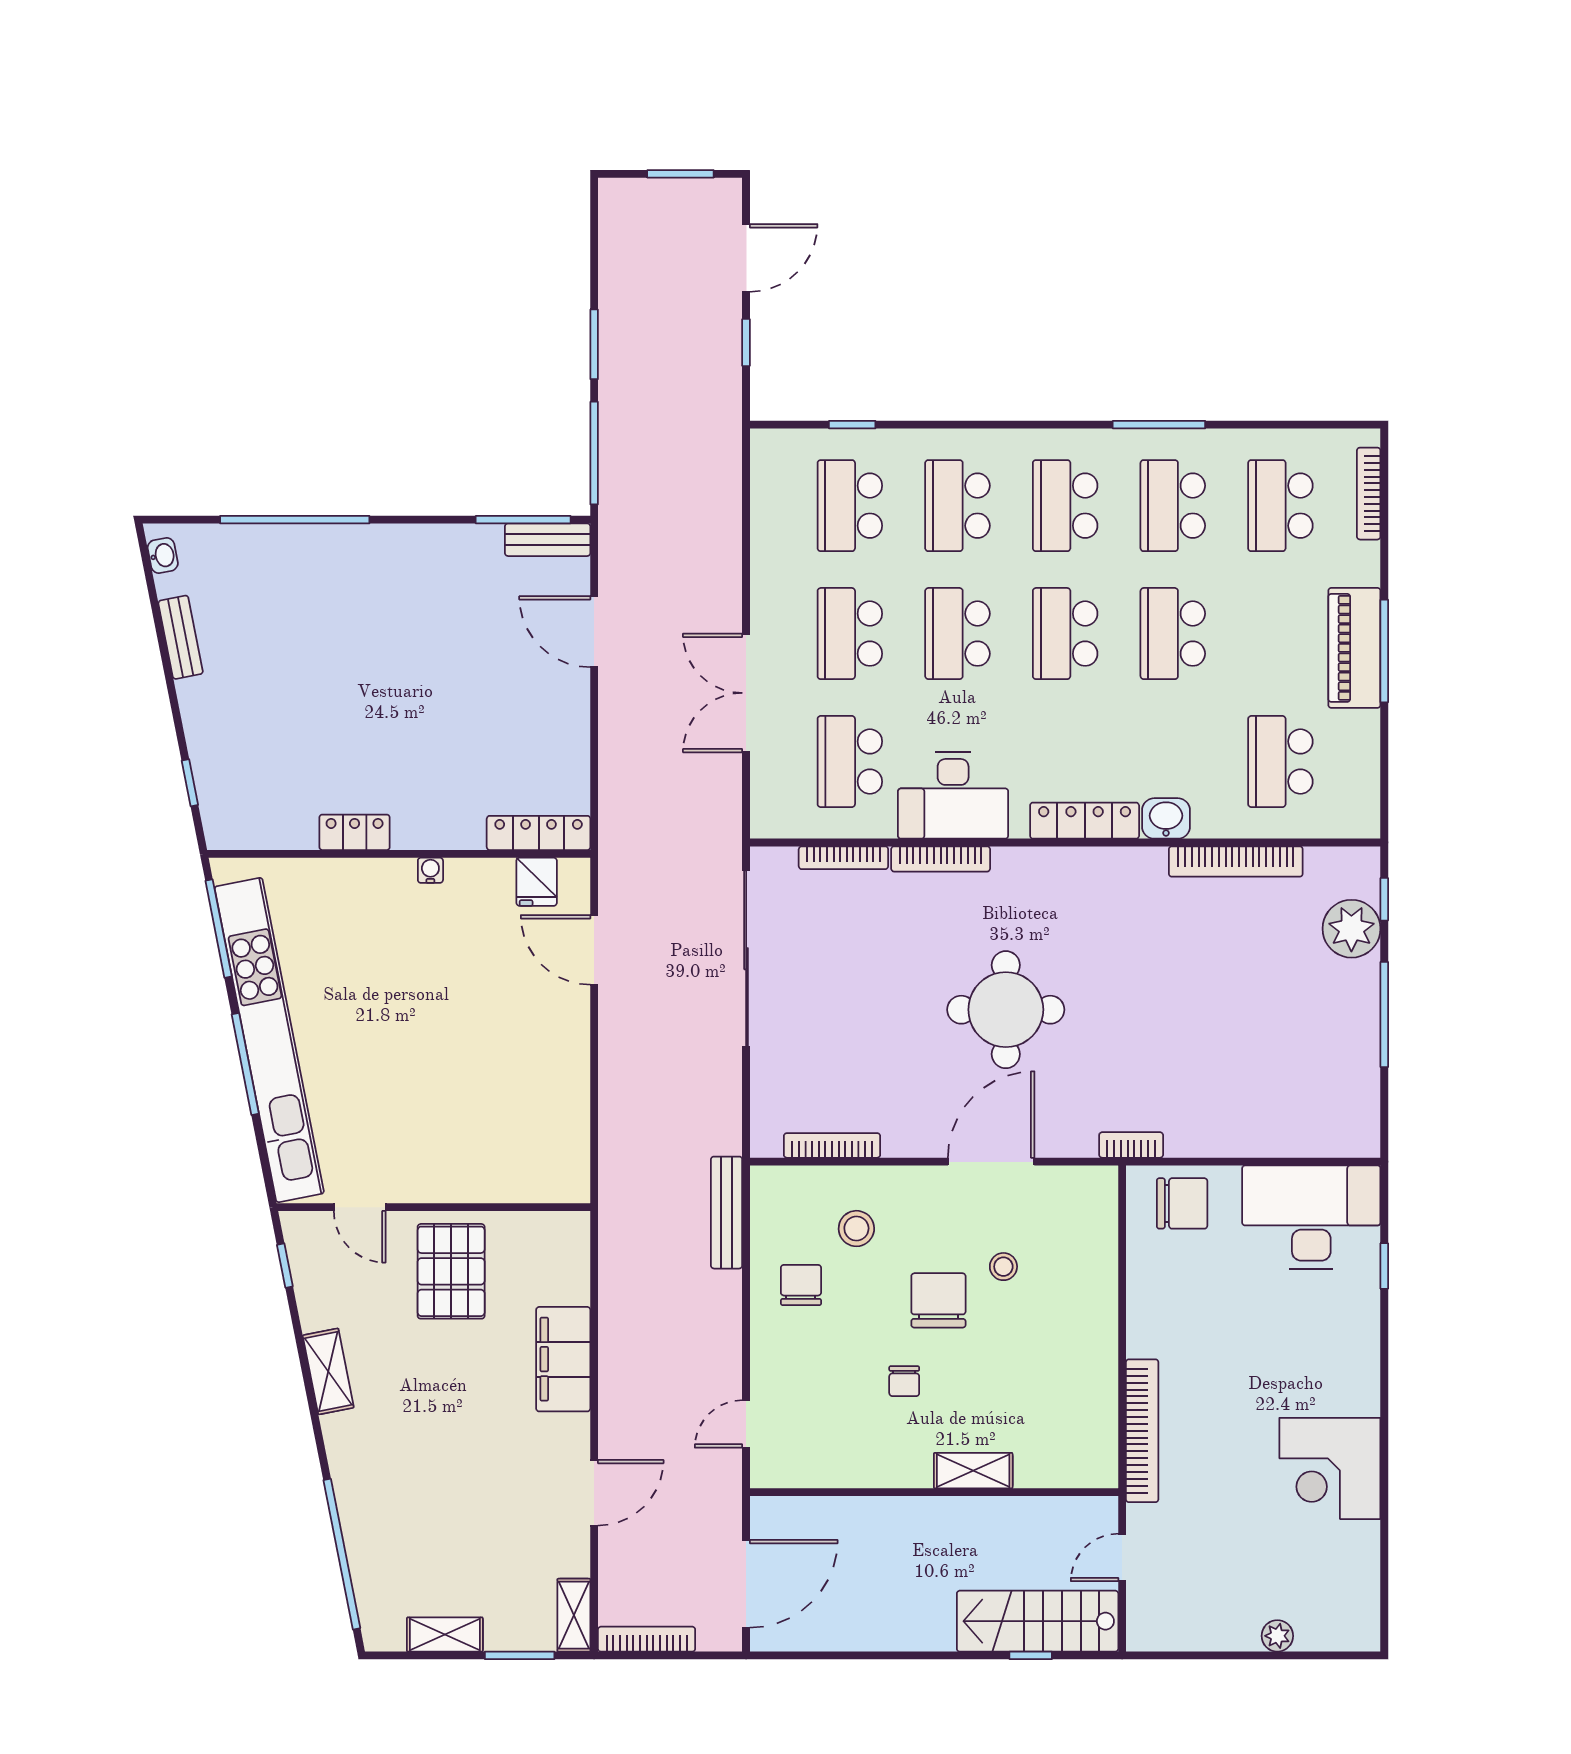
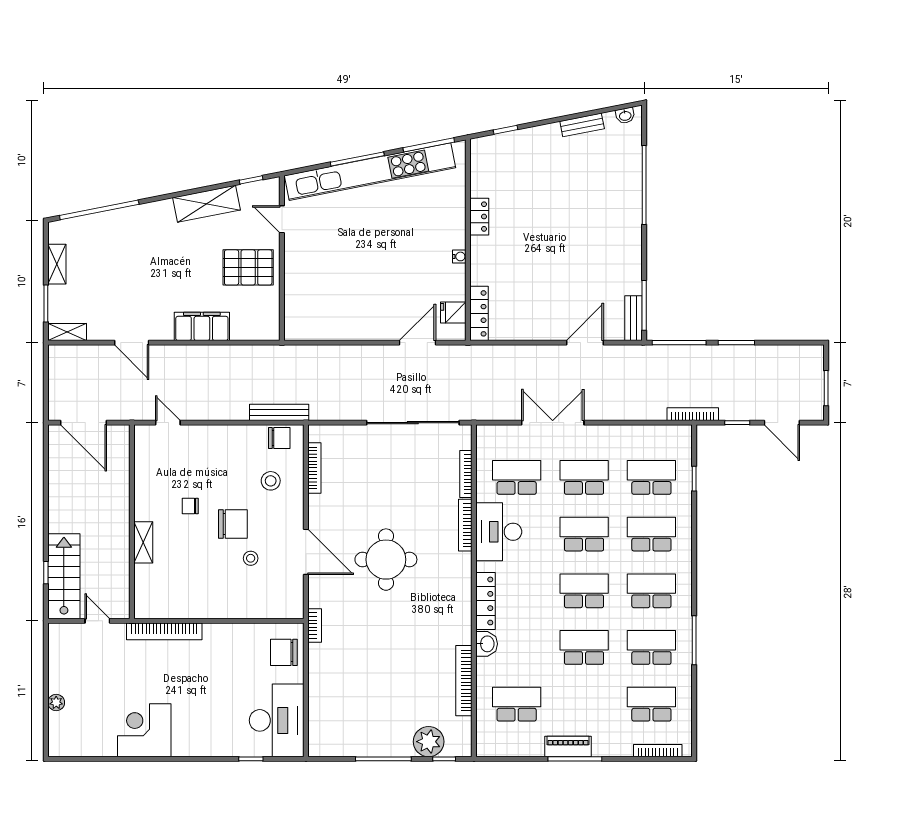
piano: (1354, 648) -> (568, 746), width x0.73, depth x0.75
chair: (1182, 1203) -> (284, 652), turned 90
door: (360, 1207) -> (282, 219), hinge flipped
chair: (801, 1285) -> (279, 438), moved
shelving: (328, 1371) -> (206, 204), width x1.50, depth x1.33
bookcase: (647, 1639) -> (693, 414), moved, turned -90

